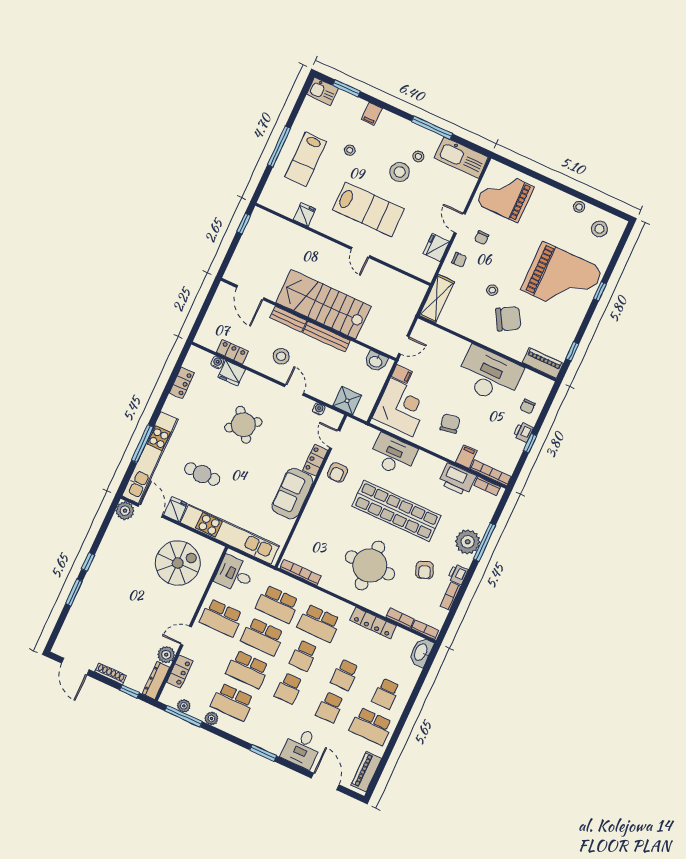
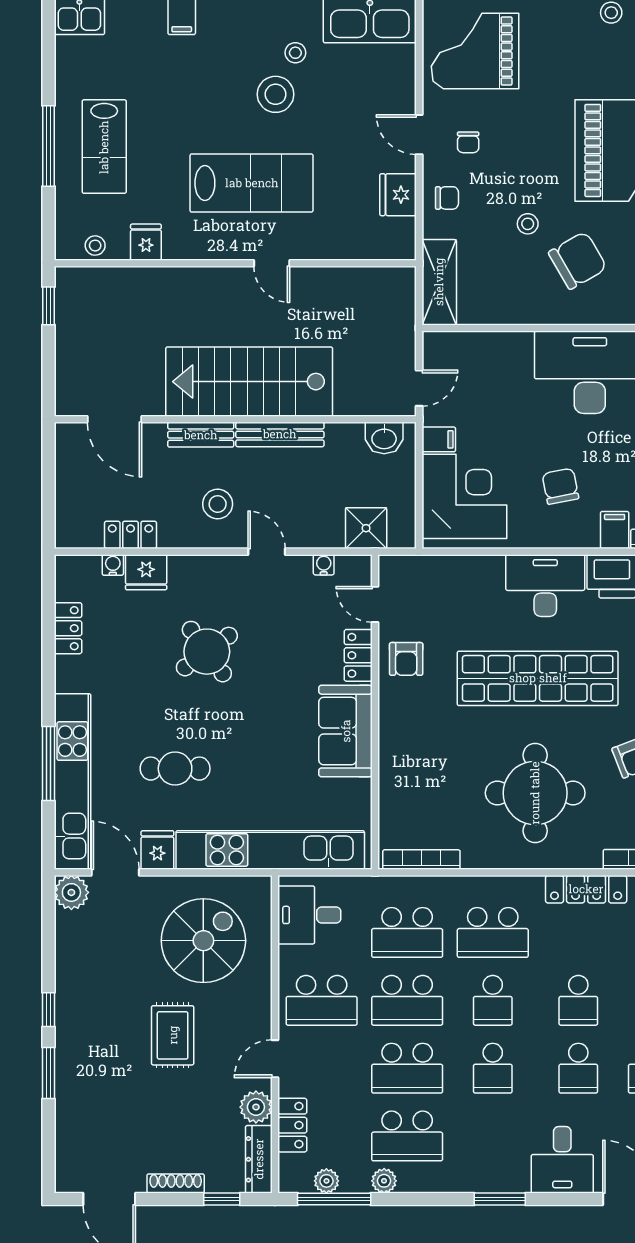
stool: (350, 150) -> (95, 246), moved
desk: (393, 455) -> (545, 586), moved
rug: (142, 602) -> (173, 1035), added

